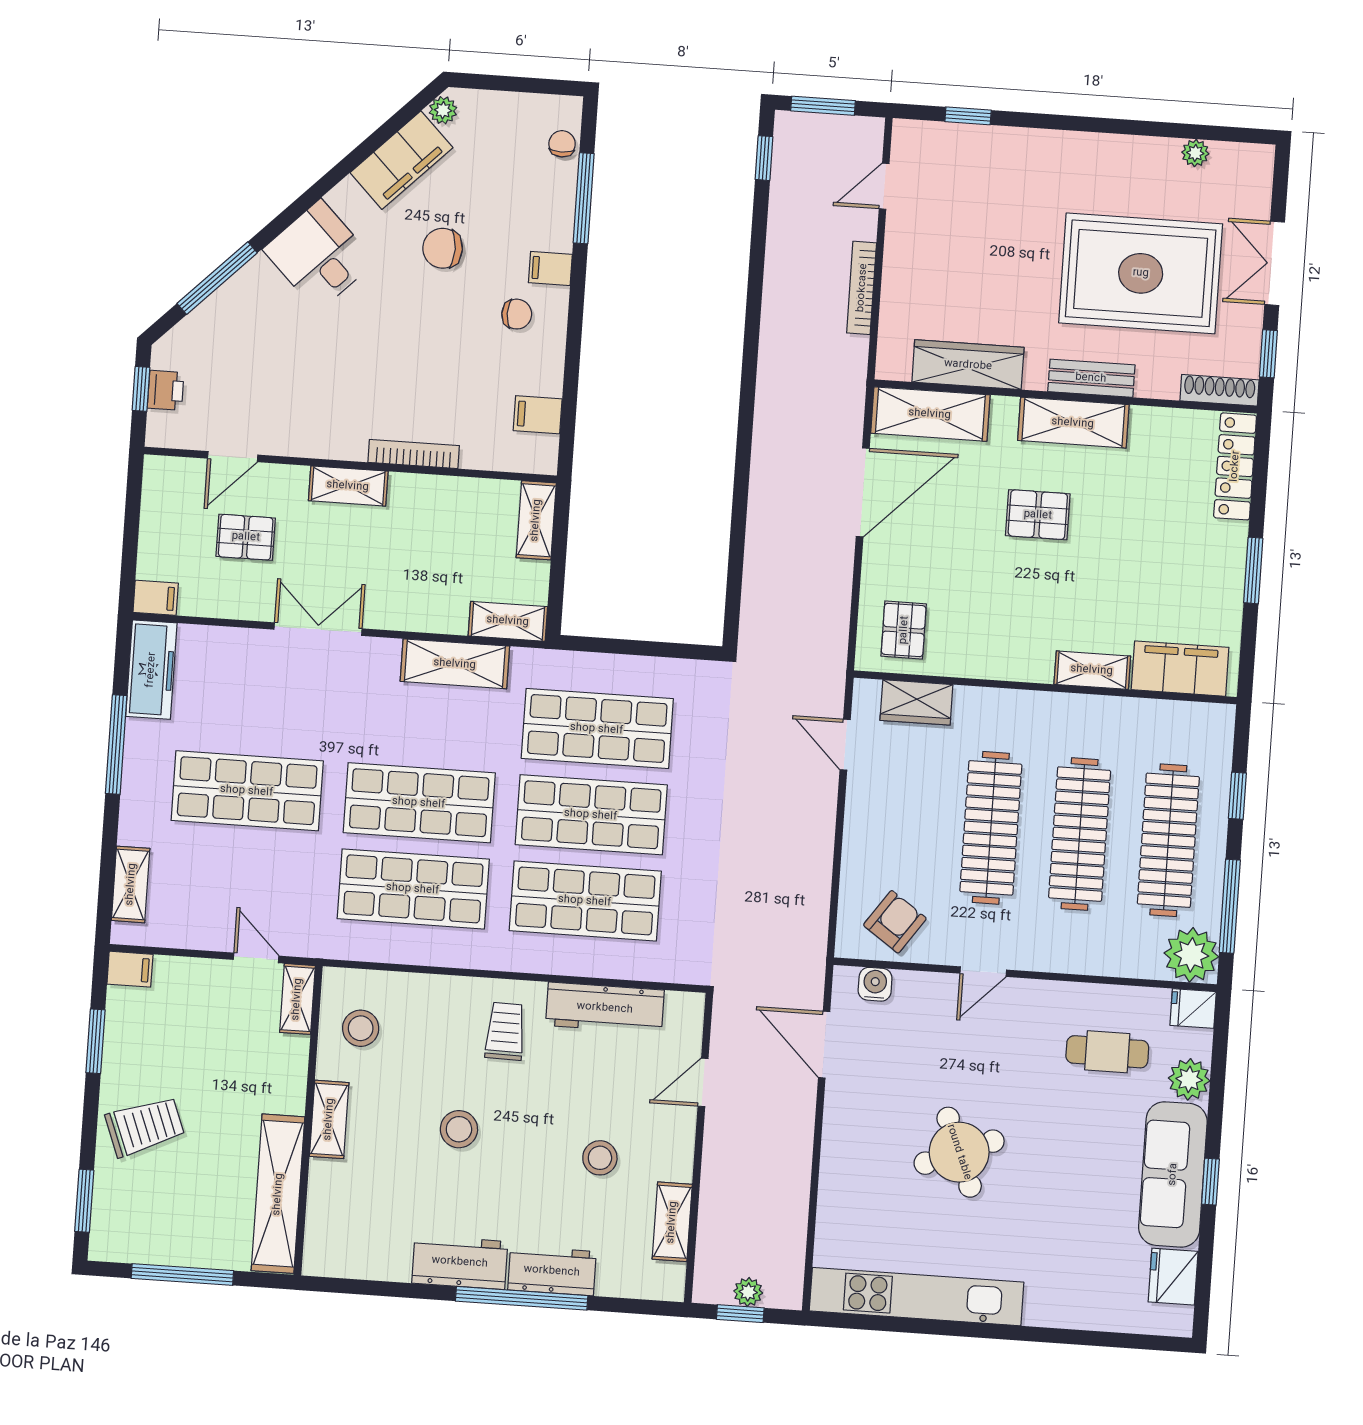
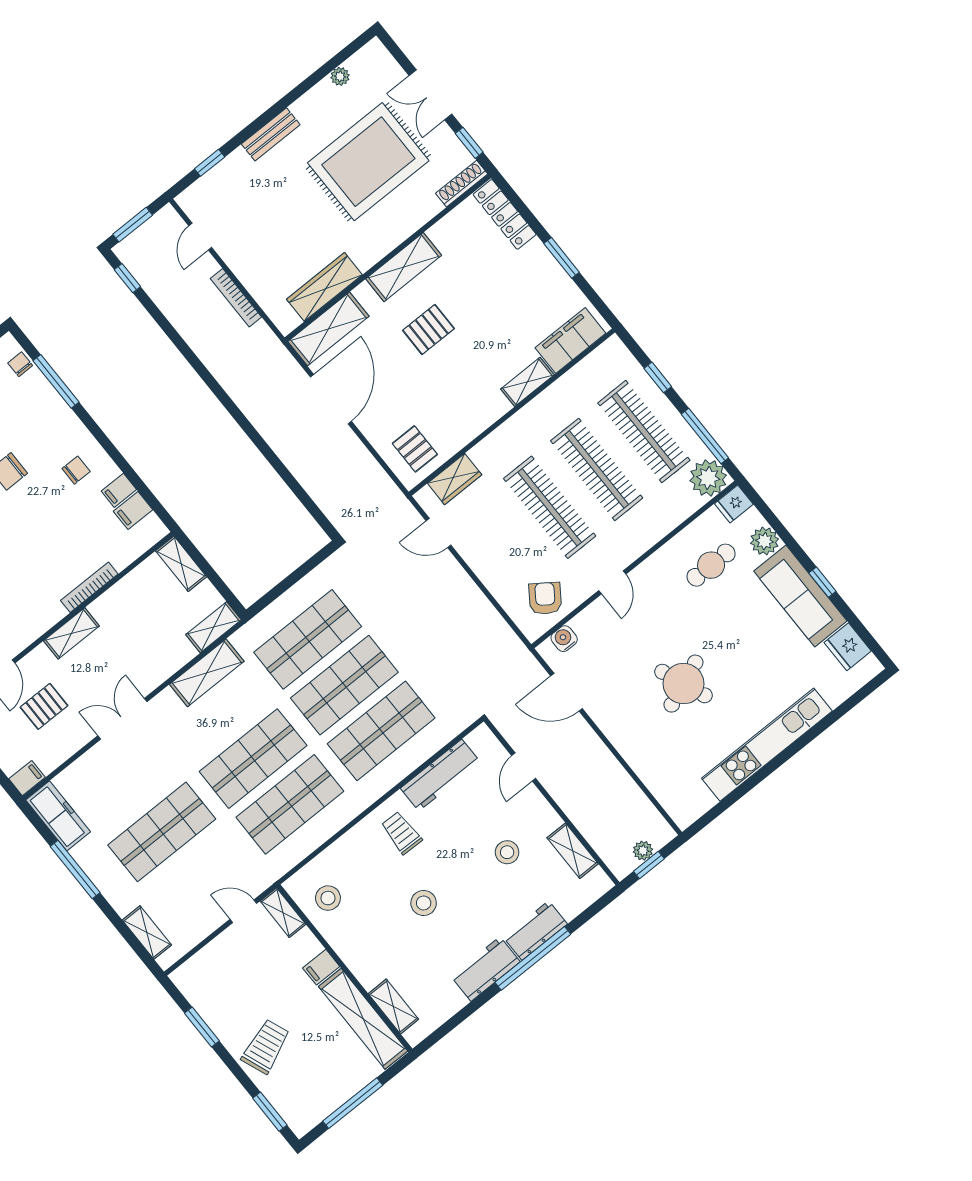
filing cabinet: (550, 268) -> (119, 490), moved
bench: (1091, 378) -> (271, 134), moved
filing cabinet: (130, 969) -> (321, 967), moved, turned 180
shelving: (329, 1119) -> (393, 1007), moved
kitchen unit: (917, 1297) -> (767, 745), moved

